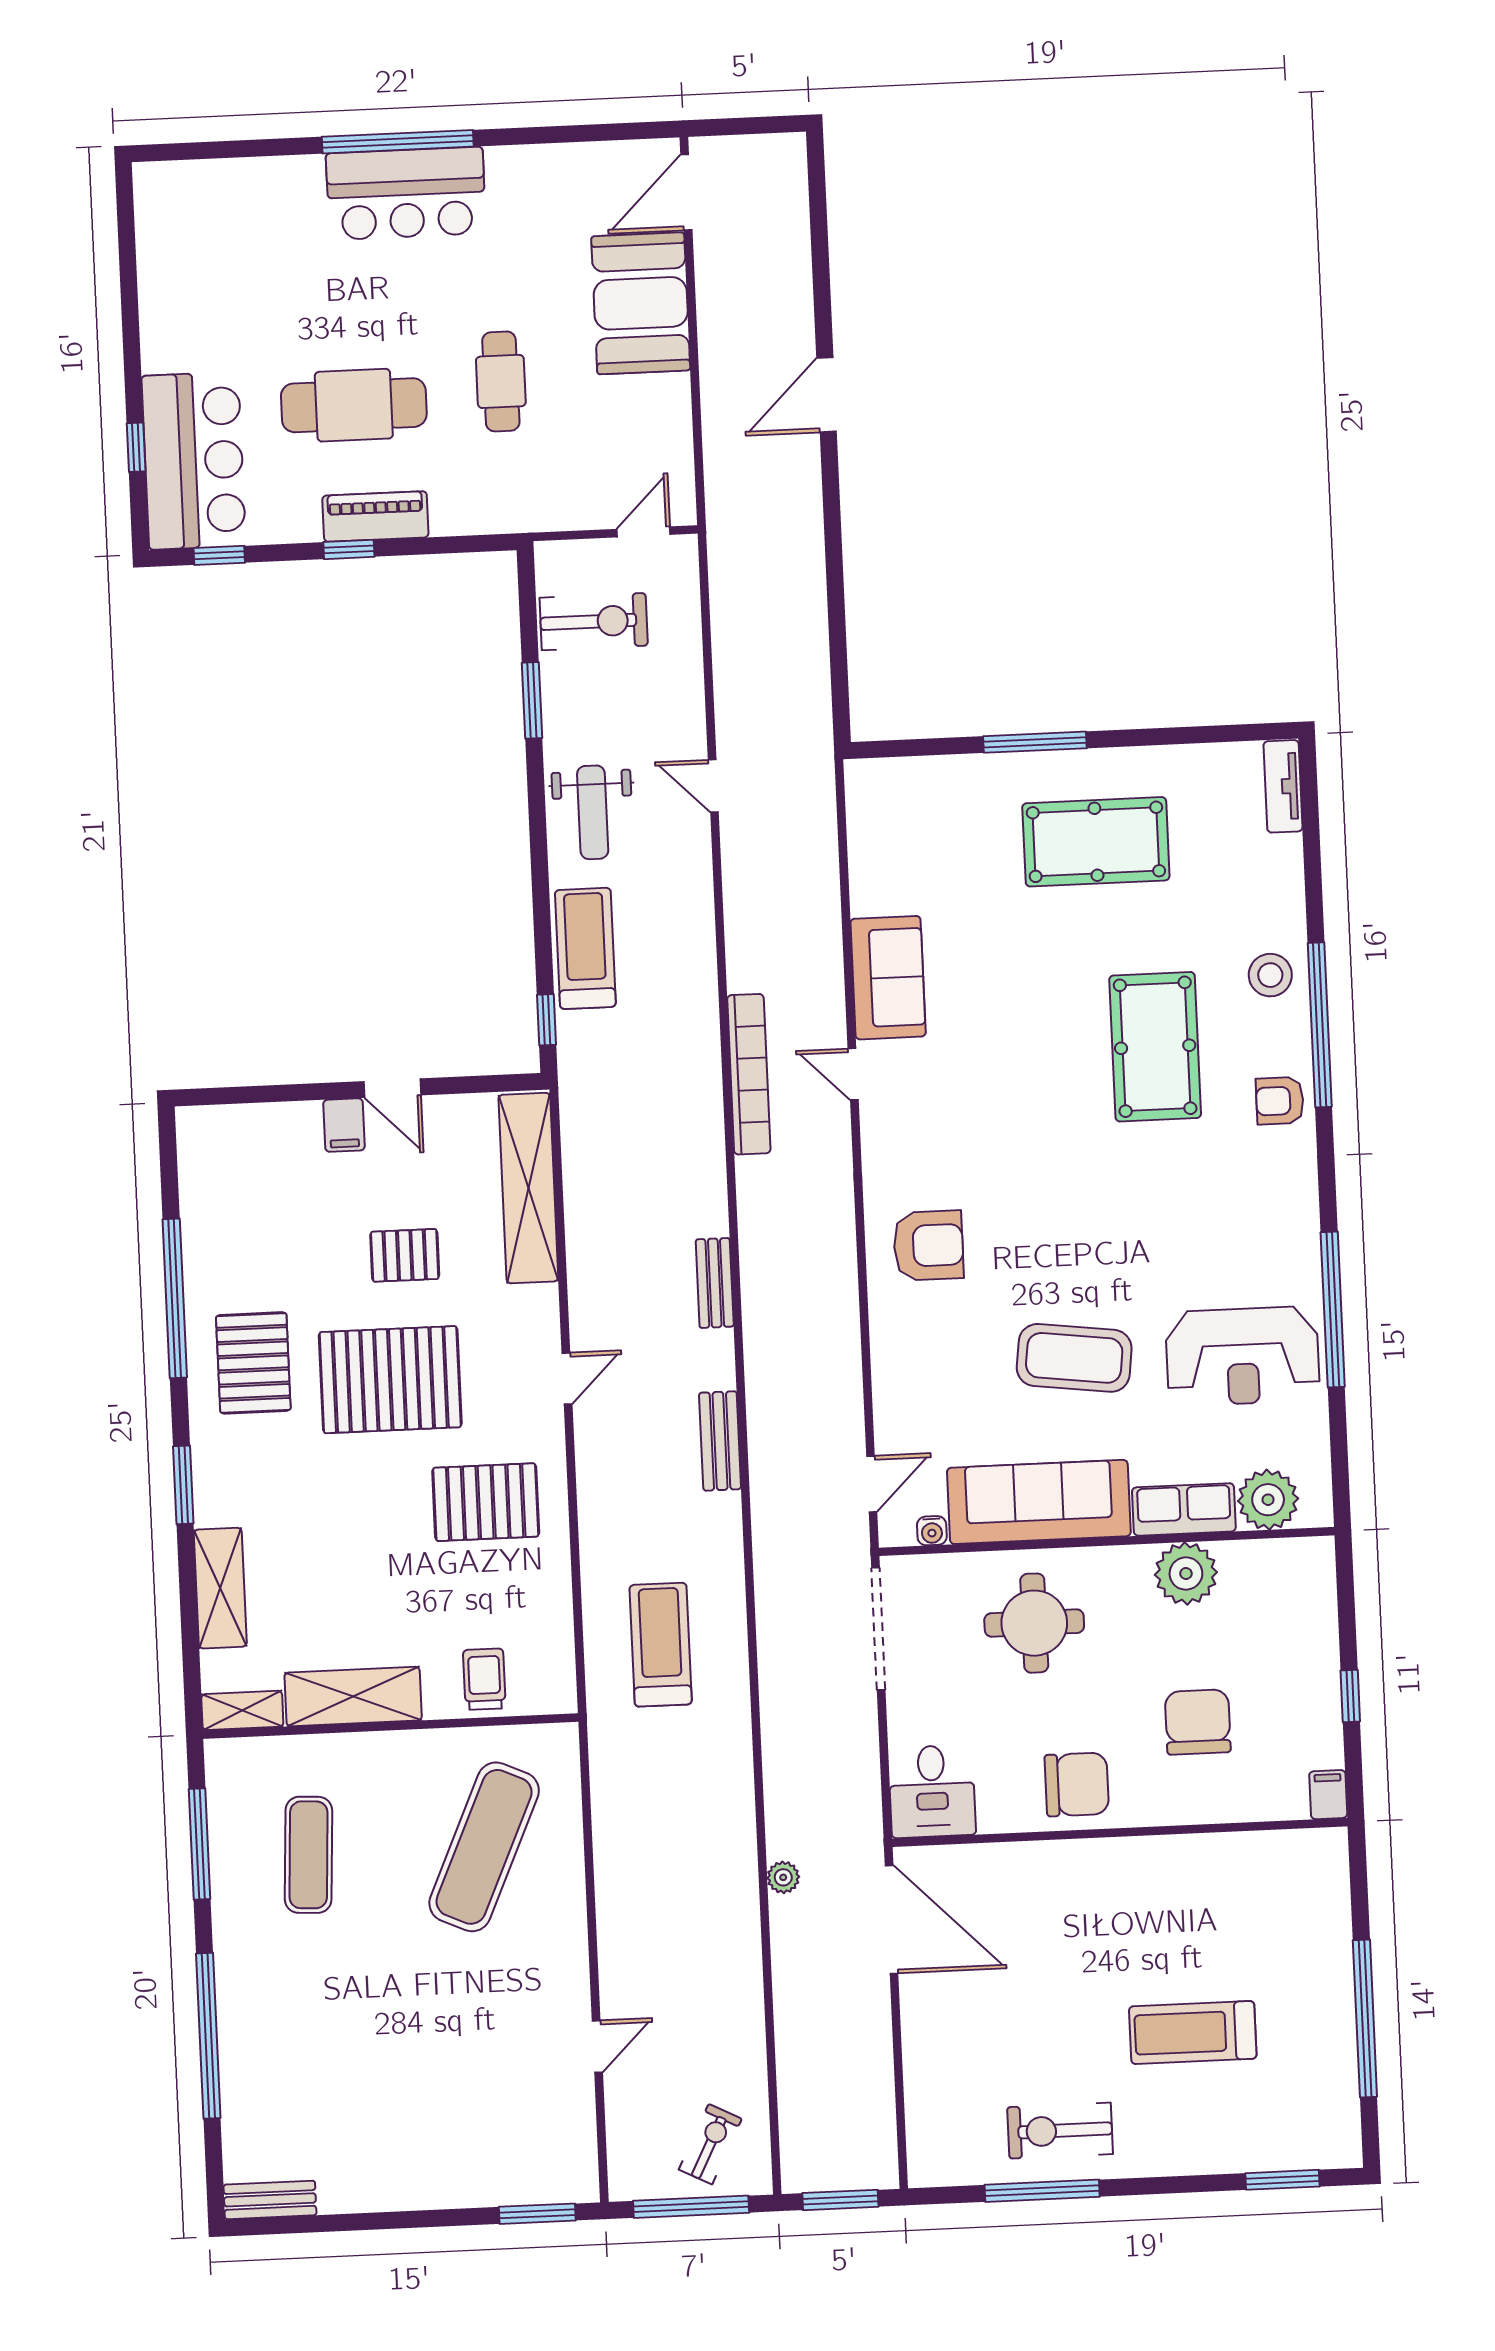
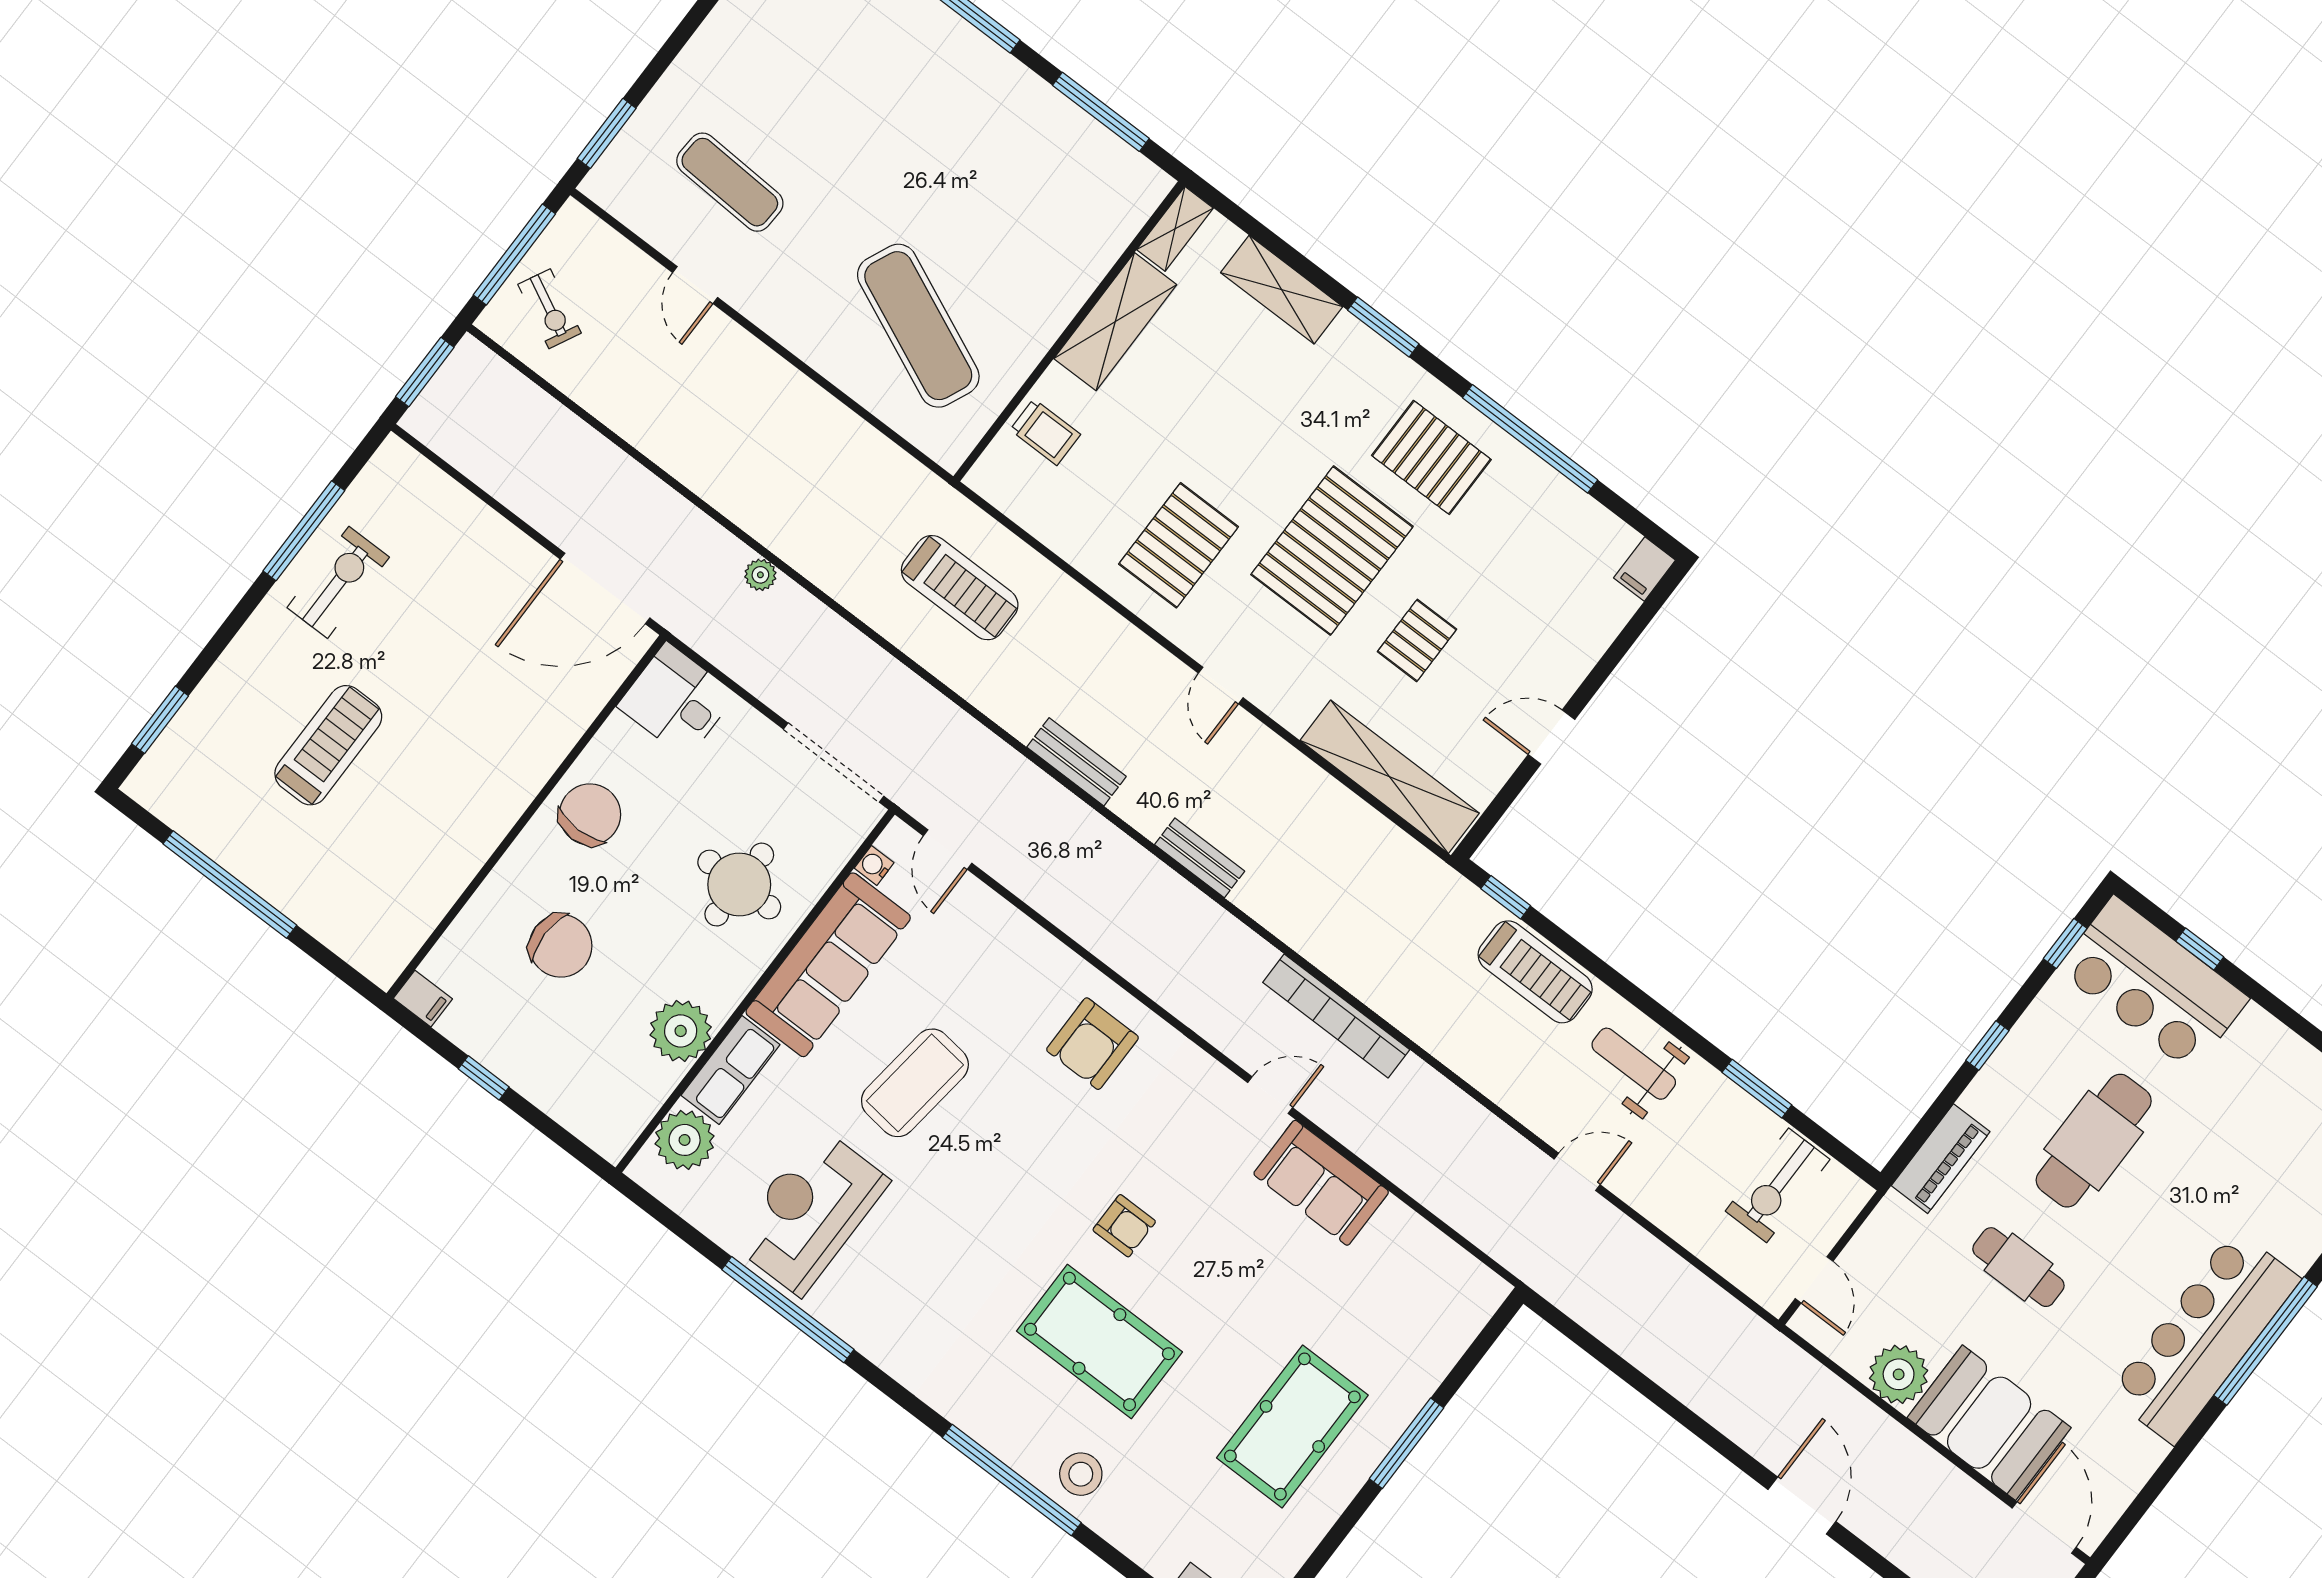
bar counter: (406, 193) -> (2204, 1337), width x1.36
plant: (662, 405) -> (1899, 1374), added
piano: (375, 516) -> (1941, 1159), moved
armchair: (1280, 1101) -> (1124, 1226), moved, turned 90
filing cabinet: (344, 1125) -> (1645, 569), moved, turned -90
chair: (1077, 1784) -> (590, 814), turned 180
exercise mat: (308, 1855) -> (730, 182), moved
plant: (783, 1877) -> (760, 575), moved

